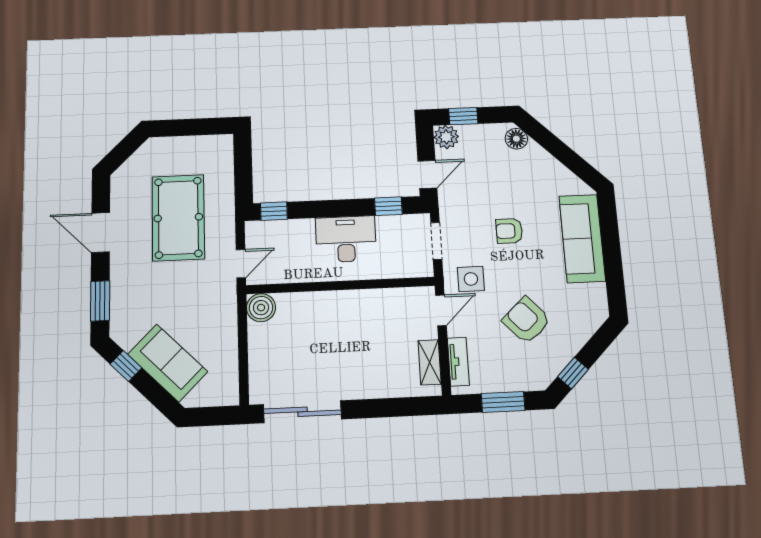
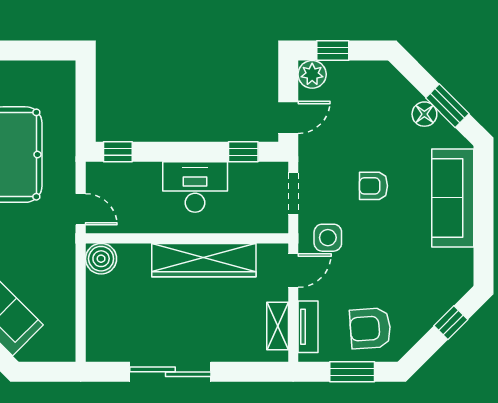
floor lamp: (516, 139) -> (424, 114), moved
window: (569, 158) -> (447, 106), added
door: (241, 264) -> (81, 209), hinge flipped
wardrobe: (357, 305) -> (204, 260), added
armchair: (527, 320) -> (370, 328), moved, turned -51
window: (573, 373) -> (451, 323), moved
sliding door: (303, 412) -> (170, 372), moved

